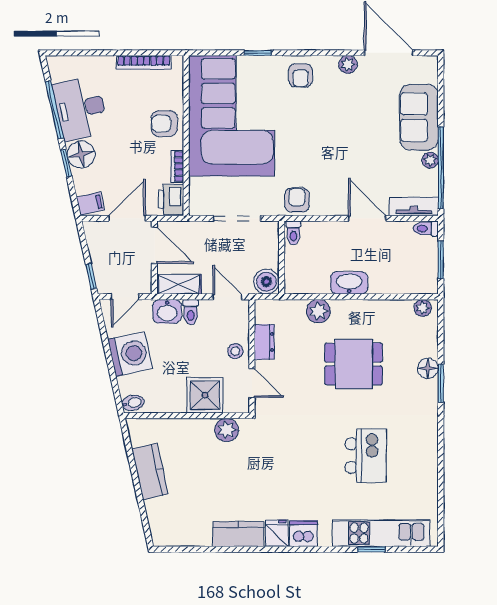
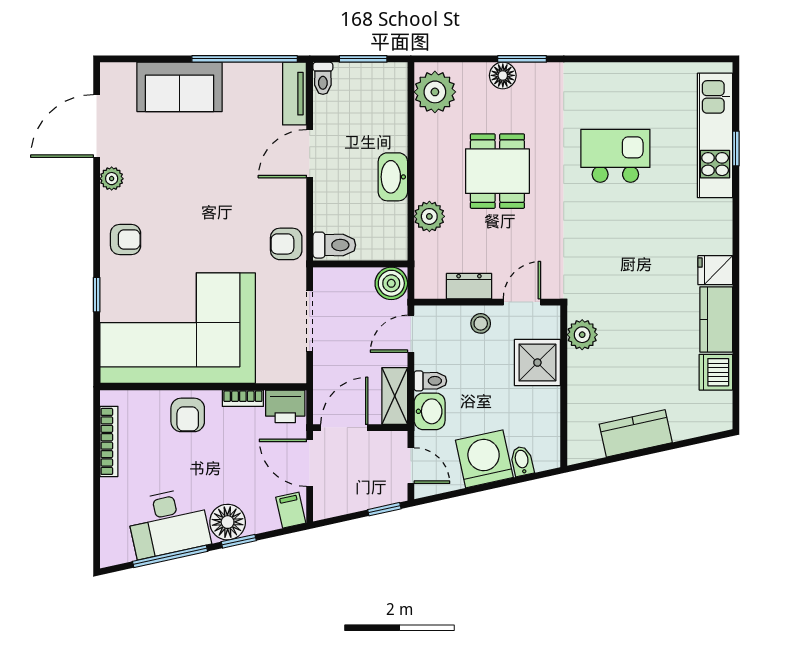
plant: (430, 160) -> (235, 73), removed
toilet: (293, 233) -> (334, 245), width x1.37, depth x1.39
plant: (423, 308) -> (435, 92), width x1.87, depth x1.87
bidet: (133, 403) -> (522, 461), moved
dishwasher: (304, 534) -> (716, 372), moved

